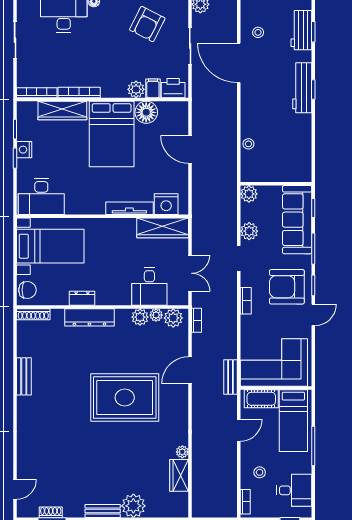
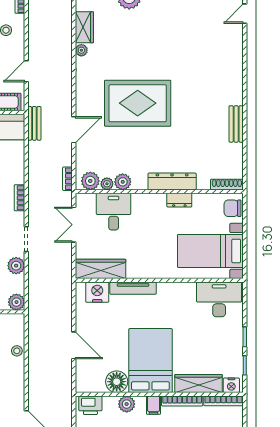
filing cabinet: (153, 88) -> (153, 405), moved
nightstand: (24, 150) -> (231, 385), moved, turned 90

